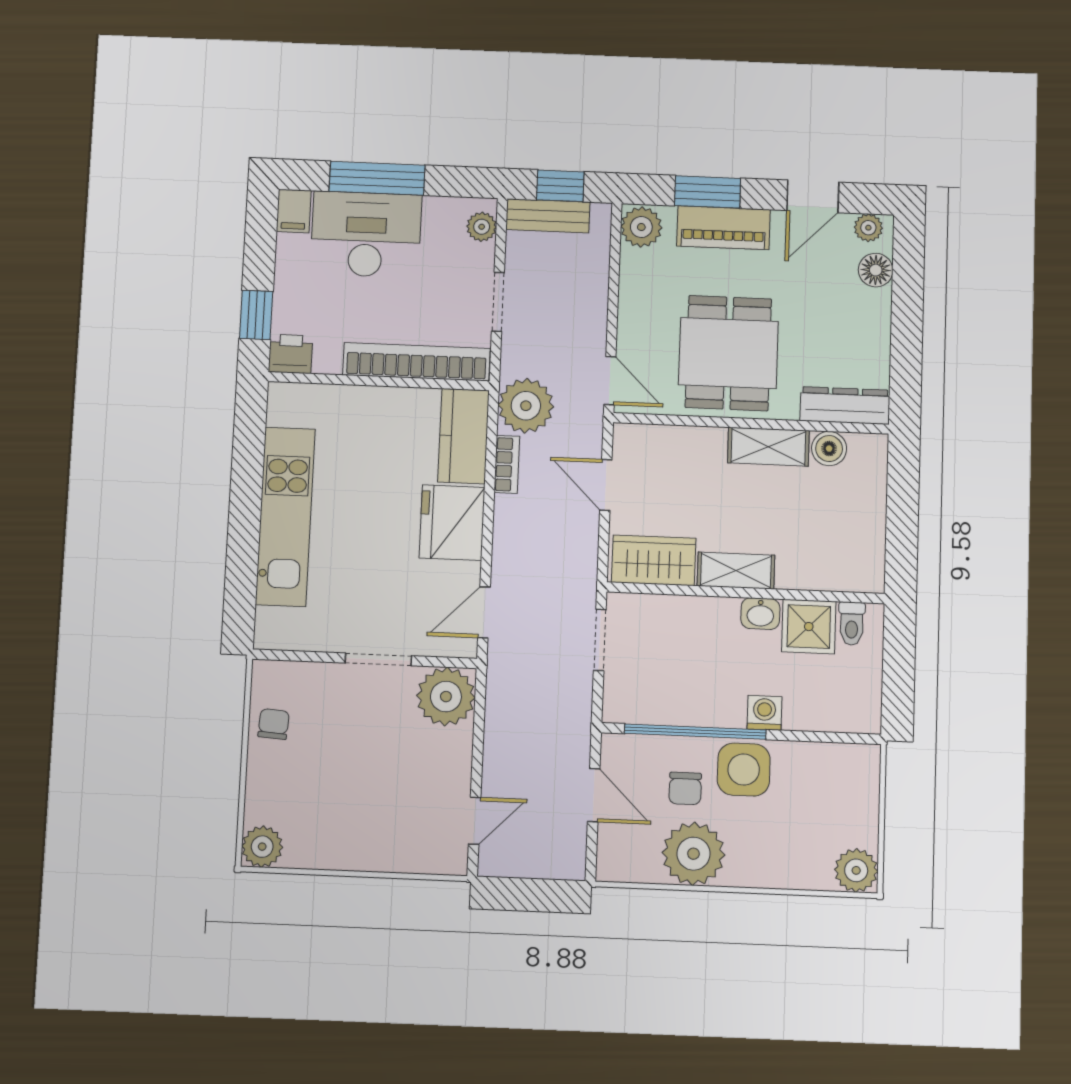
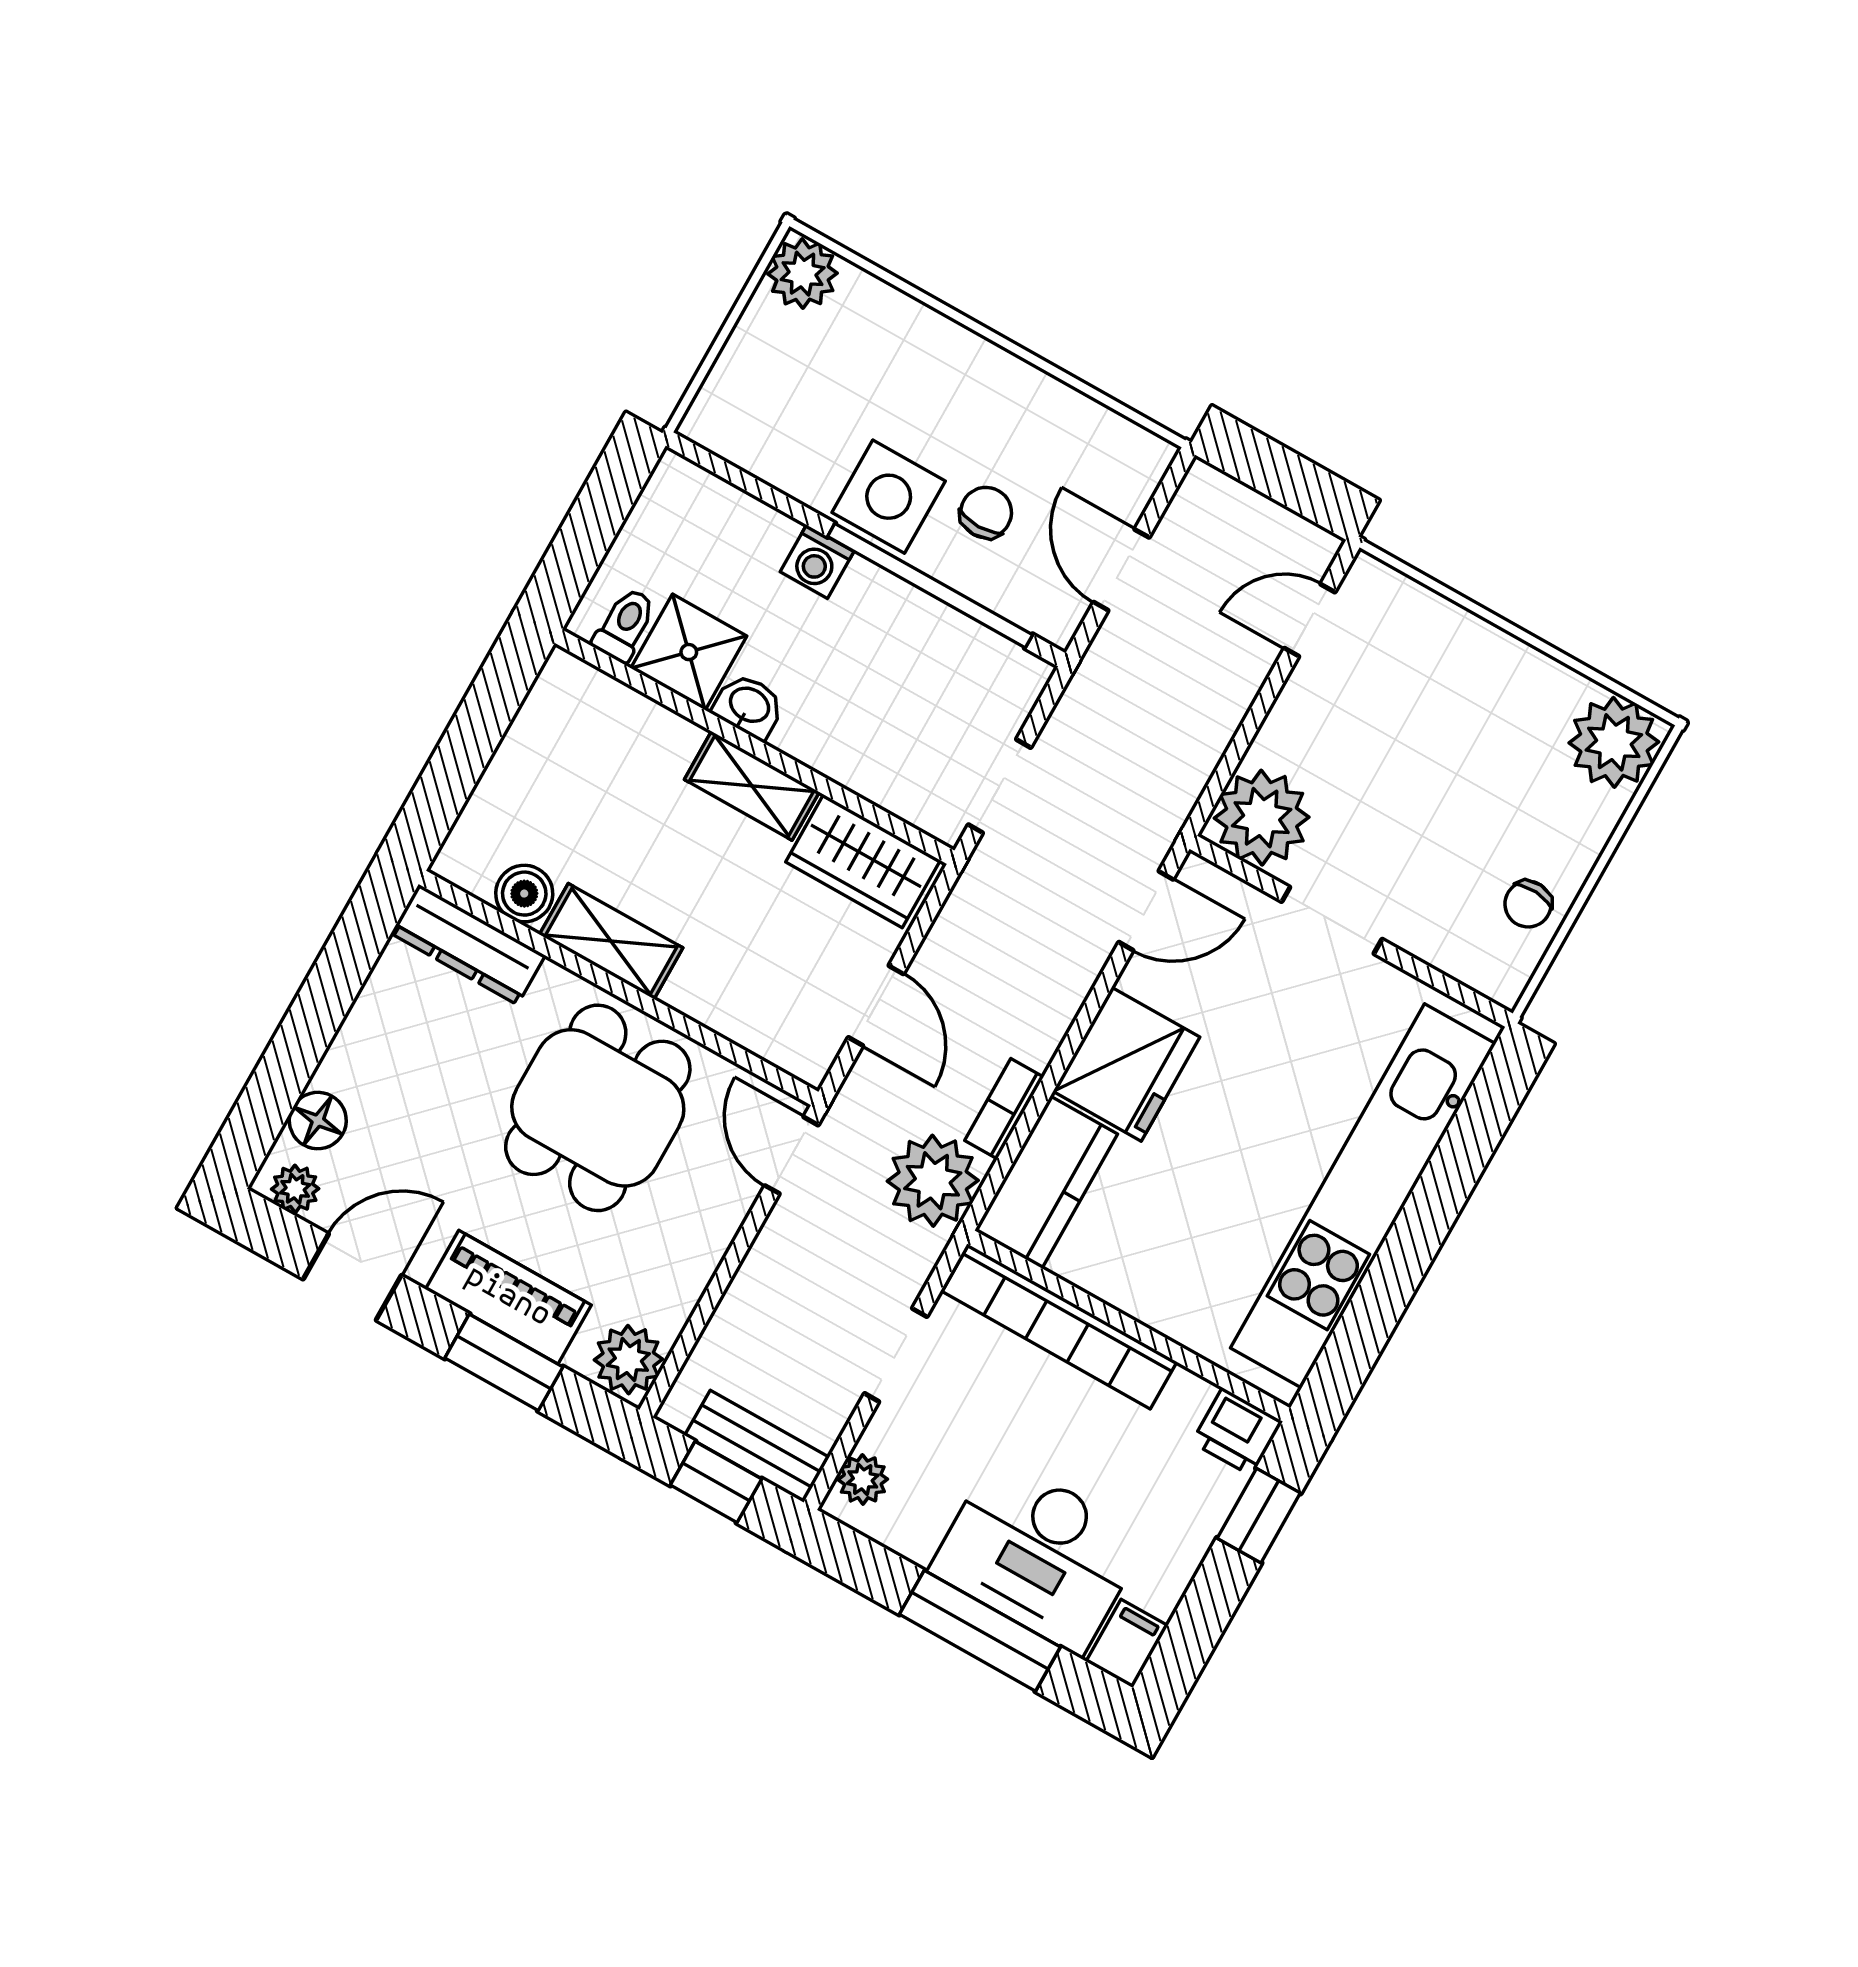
kitchen unit: (285, 517) -> (1363, 1196), width x1.36
plant: (262, 847) -> (1614, 742), width x1.36, depth x1.36
plant: (693, 854) -> (1022, 415), removed

